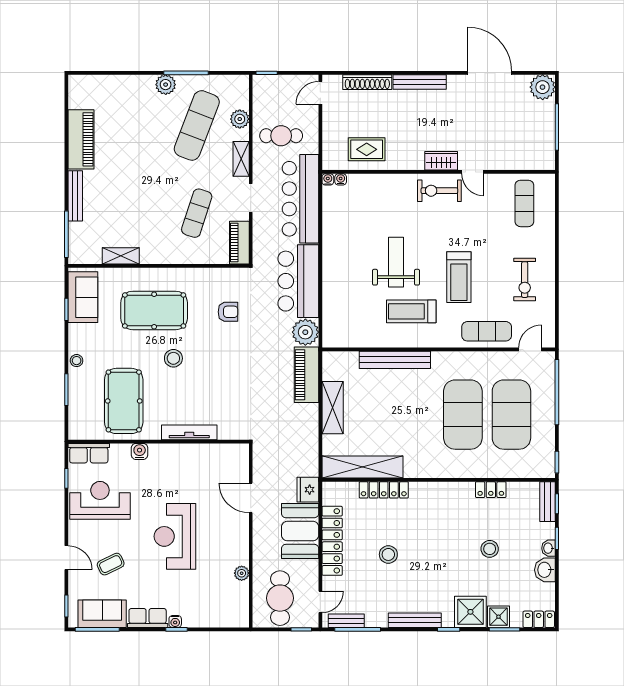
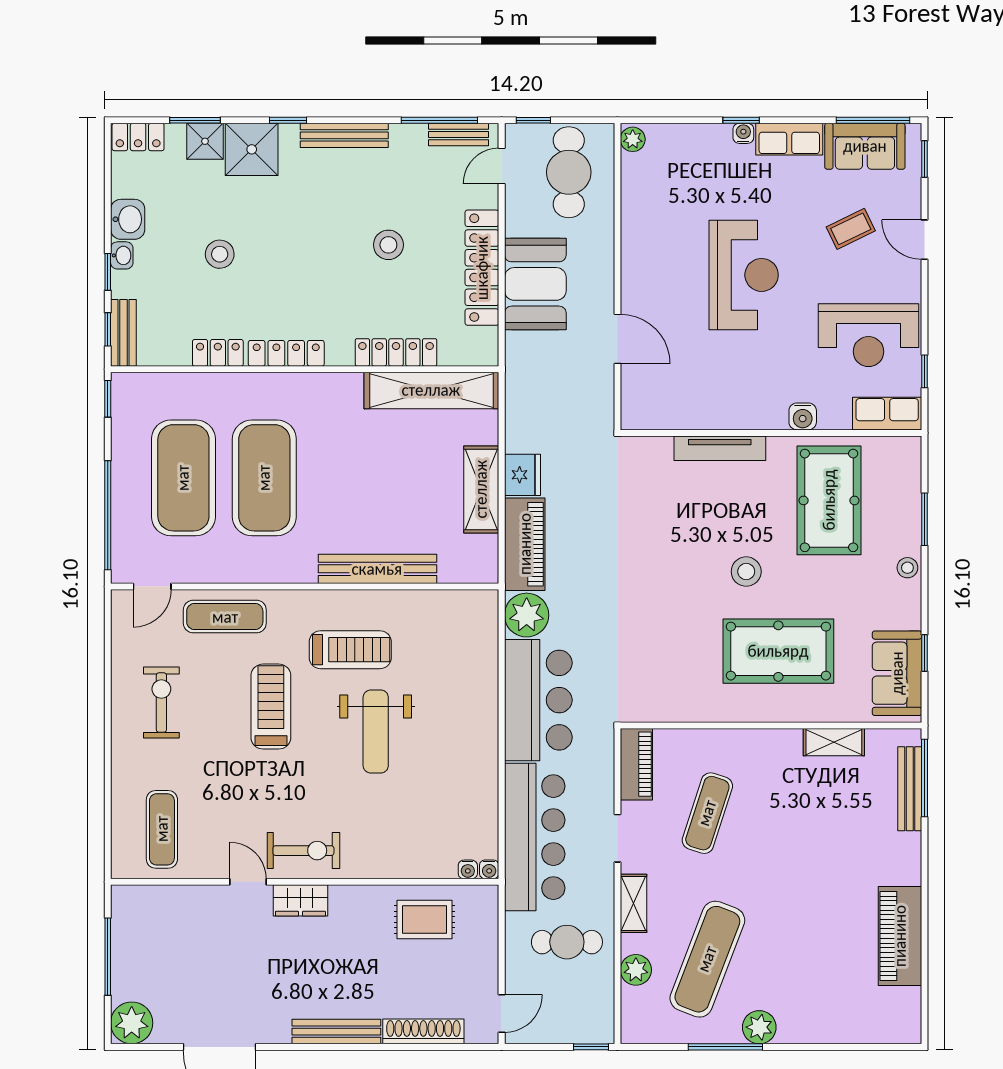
bench: (75, 196) -> (910, 789), moved
armchair: (228, 312) -> (655, 649), removed
locker: (450, 489) -> (286, 353), added
fridge: (308, 490) -> (522, 475), moved
plant: (242, 573) -> (633, 139), moved

